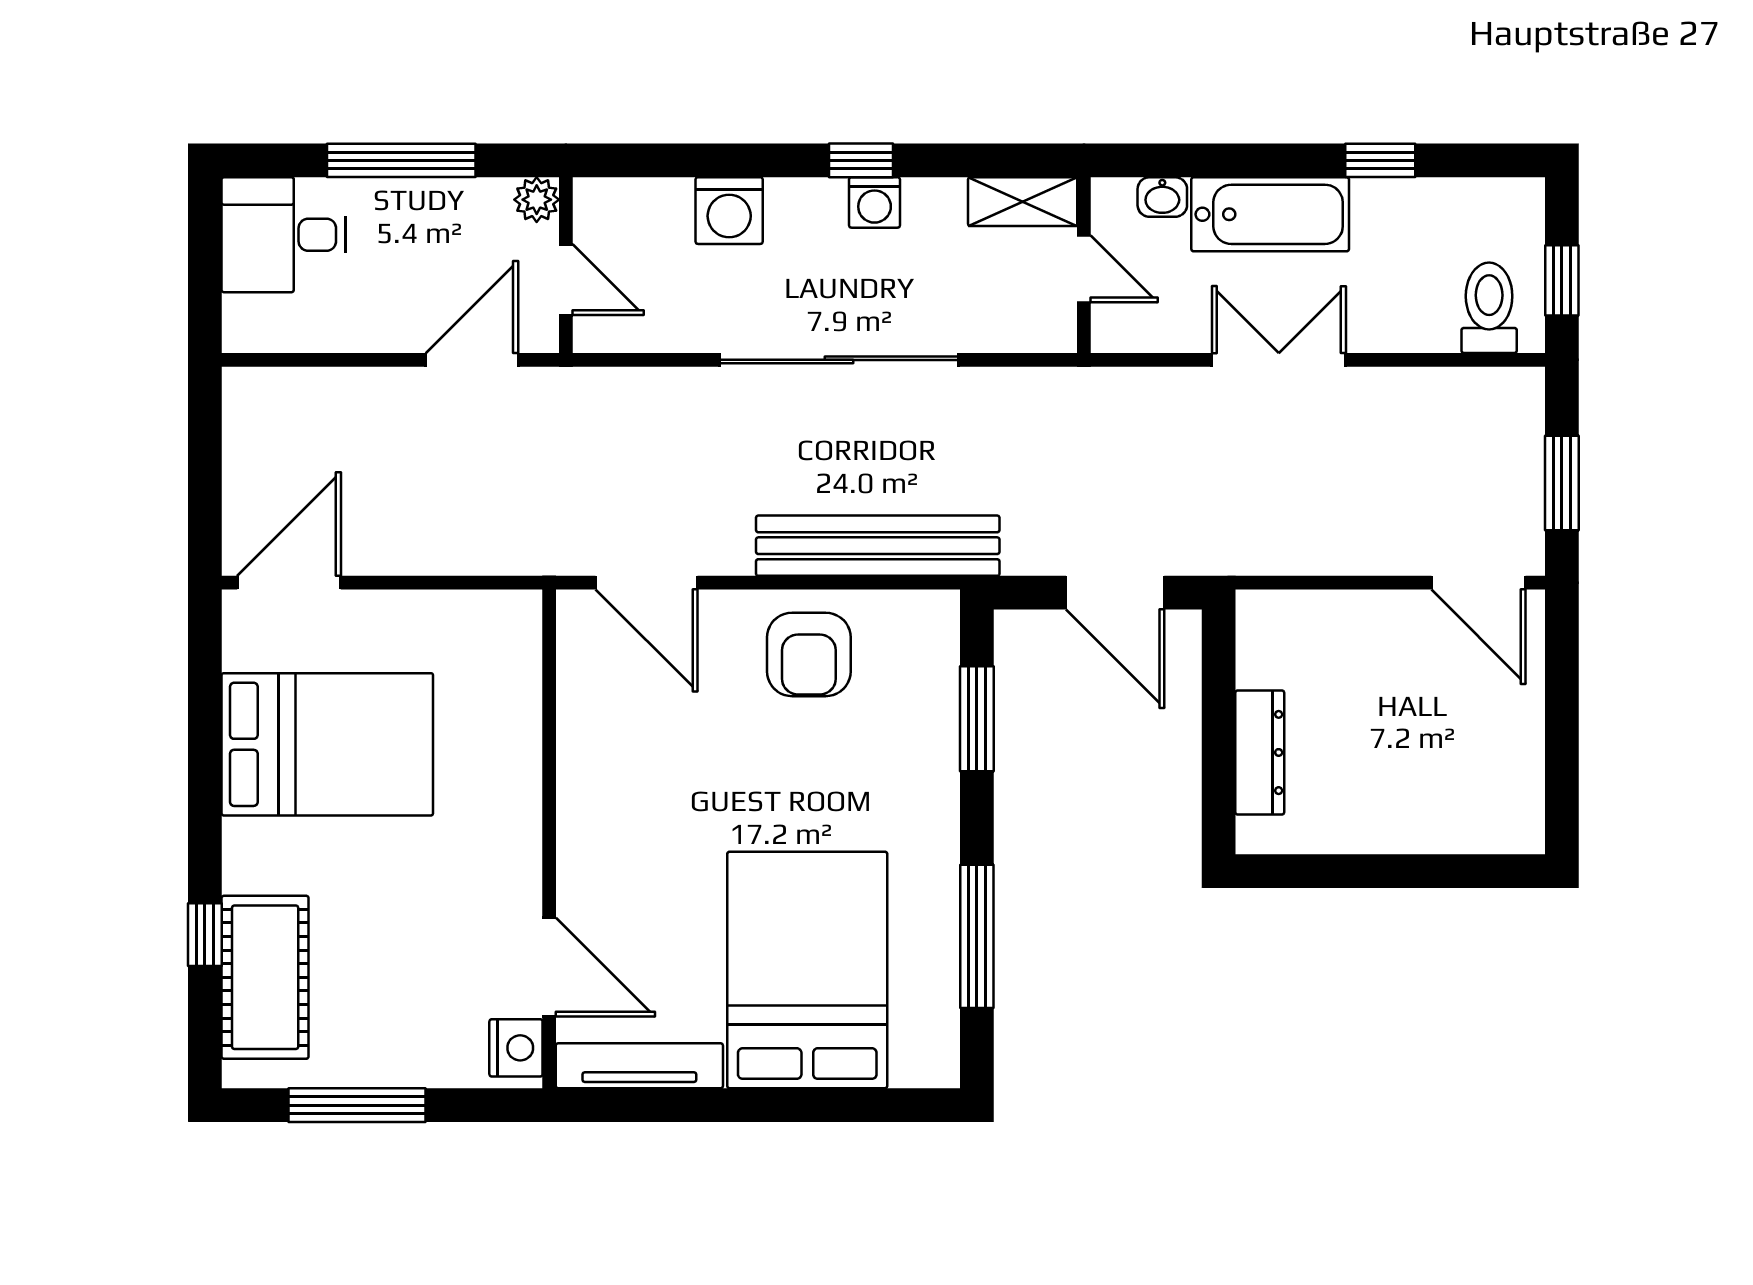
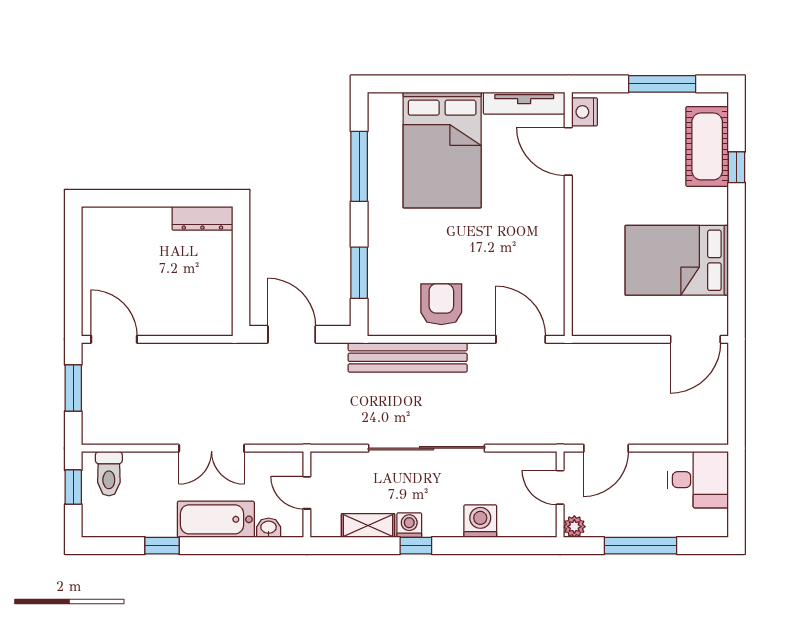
shelving: (1023, 202) -> (368, 526), moved
desk: (284, 235) -> (698, 480), moved
dresser: (1260, 752) -> (202, 218), moved, turned -90

